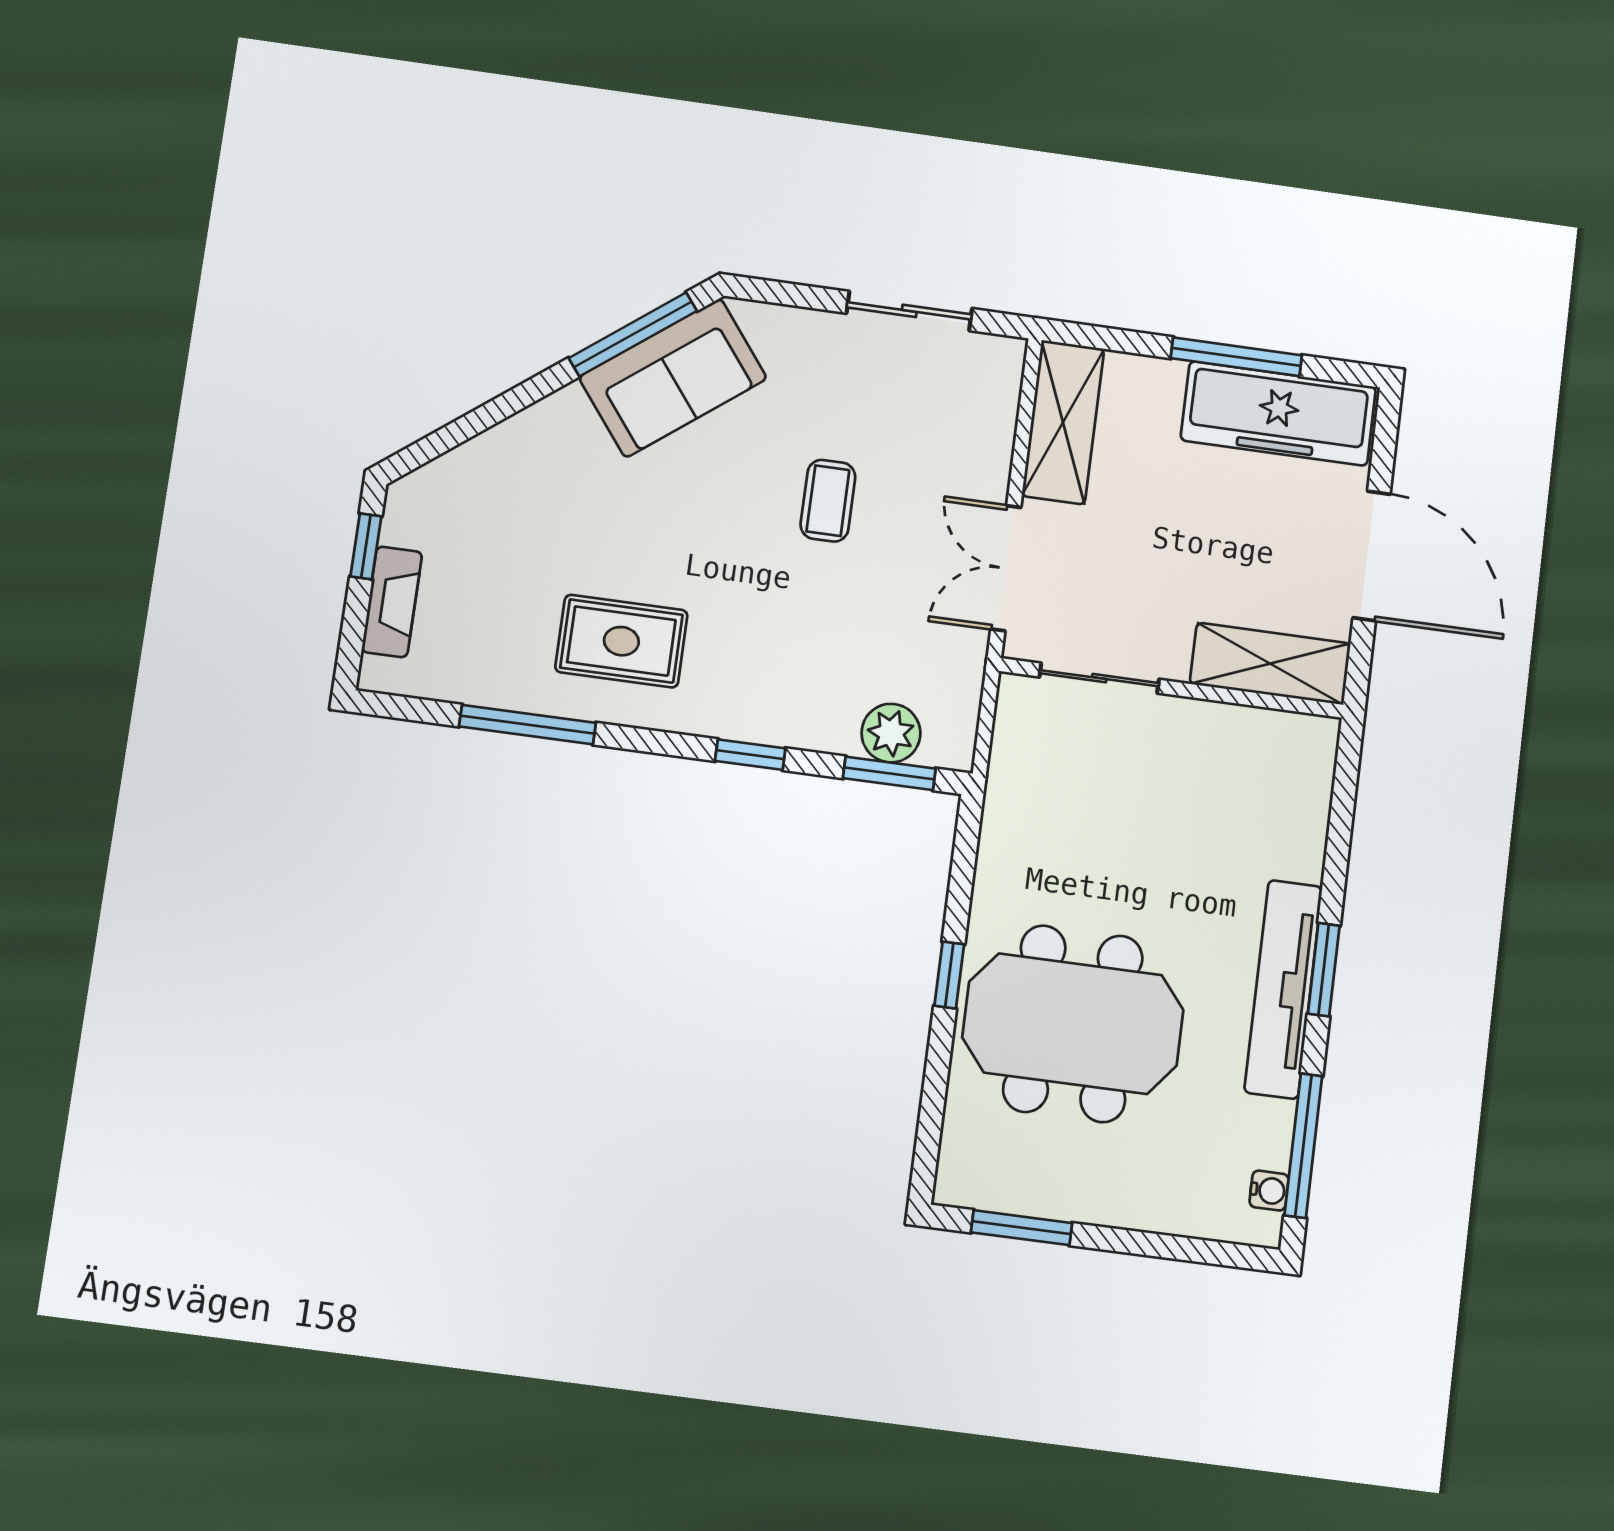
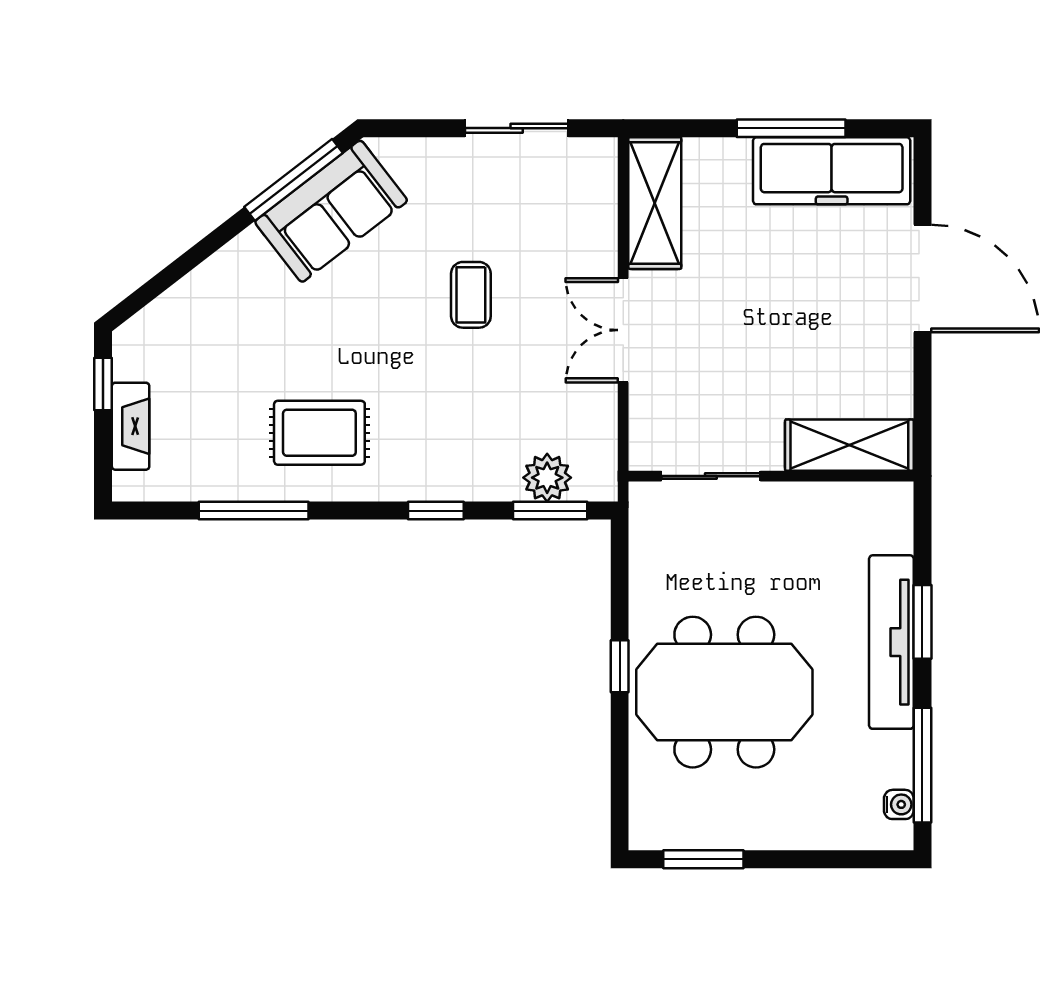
shelving: (1270, 664) -> (849, 445), moved
sliding door: (1099, 678) -> (711, 476), moved
wall: (1172, 688) -> (771, 476), moved

